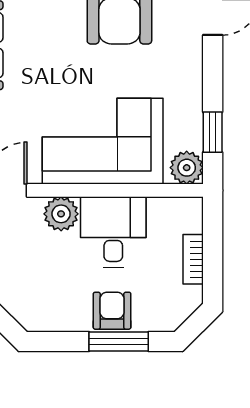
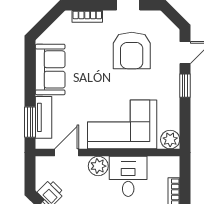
window: (213, 132) -> (185, 86), moved

